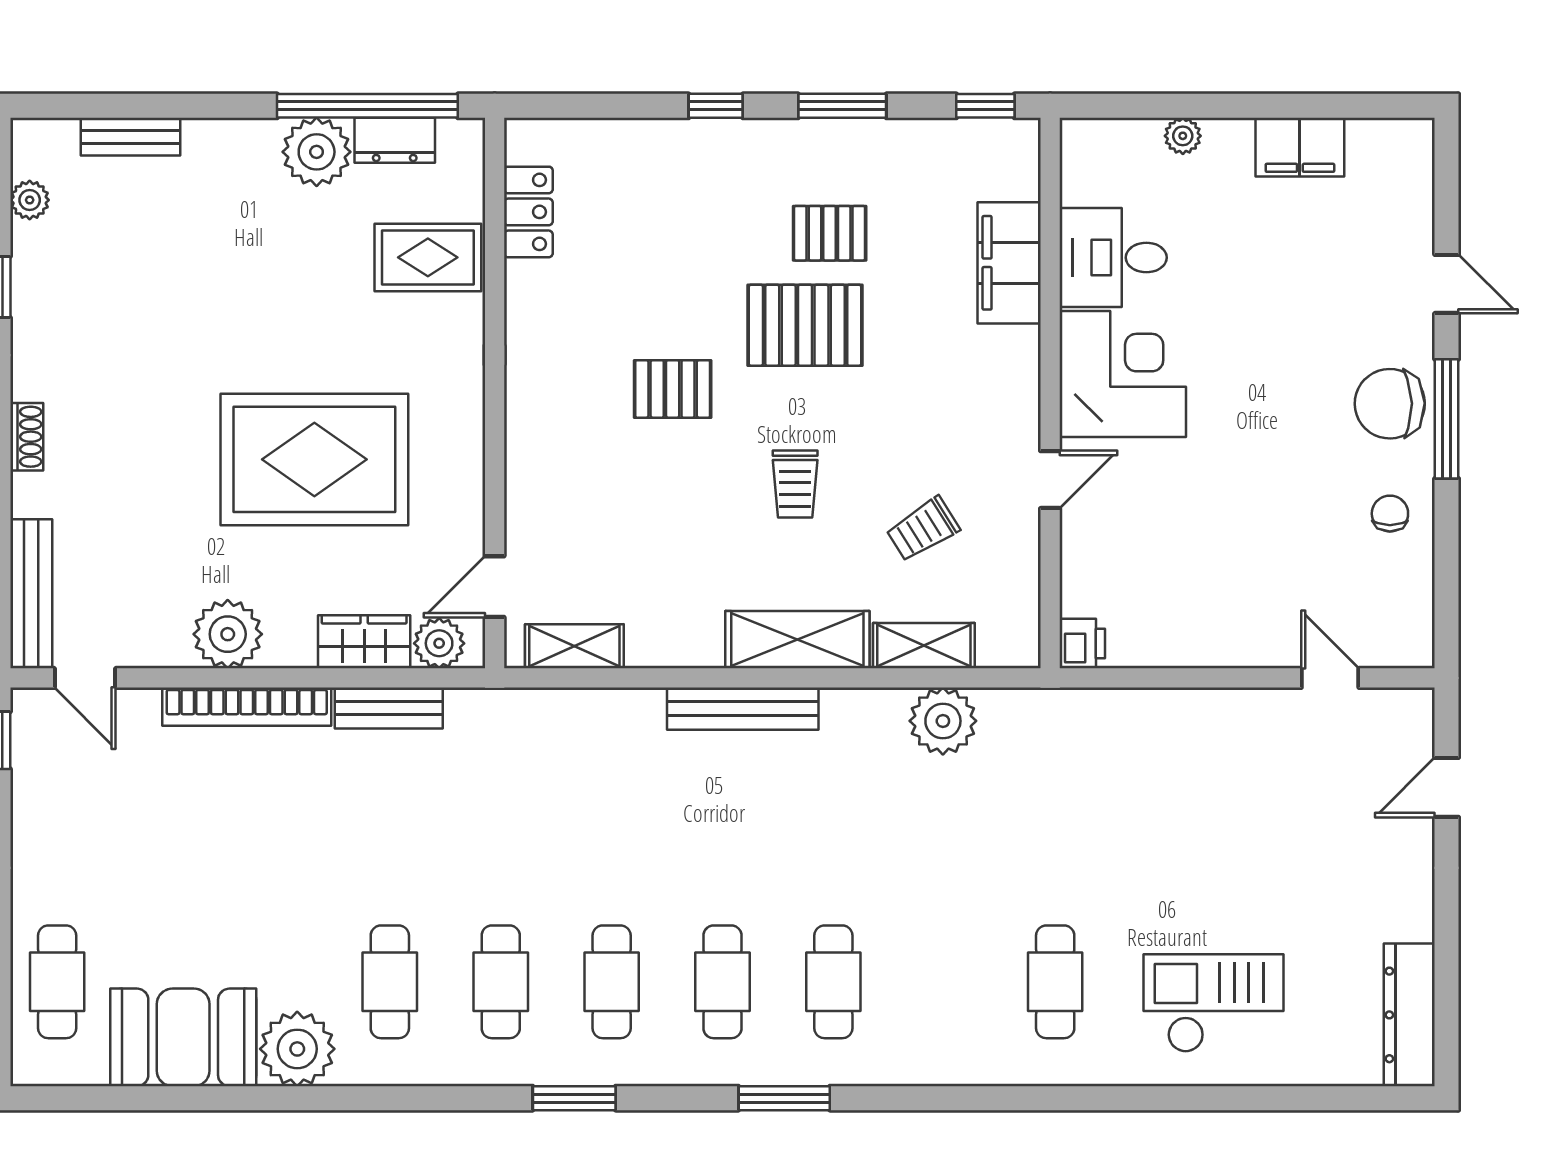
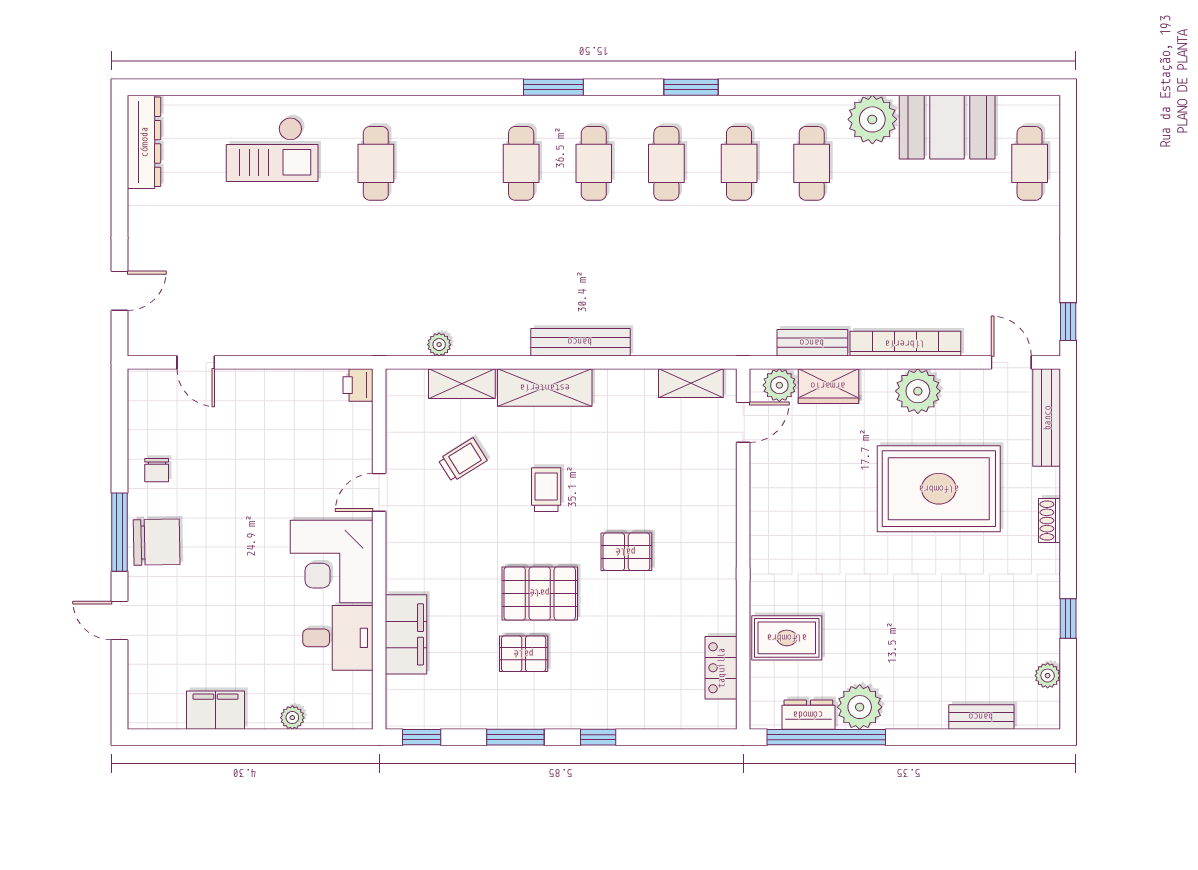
rug: (314, 459) -> (939, 489), moved
plant: (943, 721) -> (439, 345), width x0.53, depth x0.53

